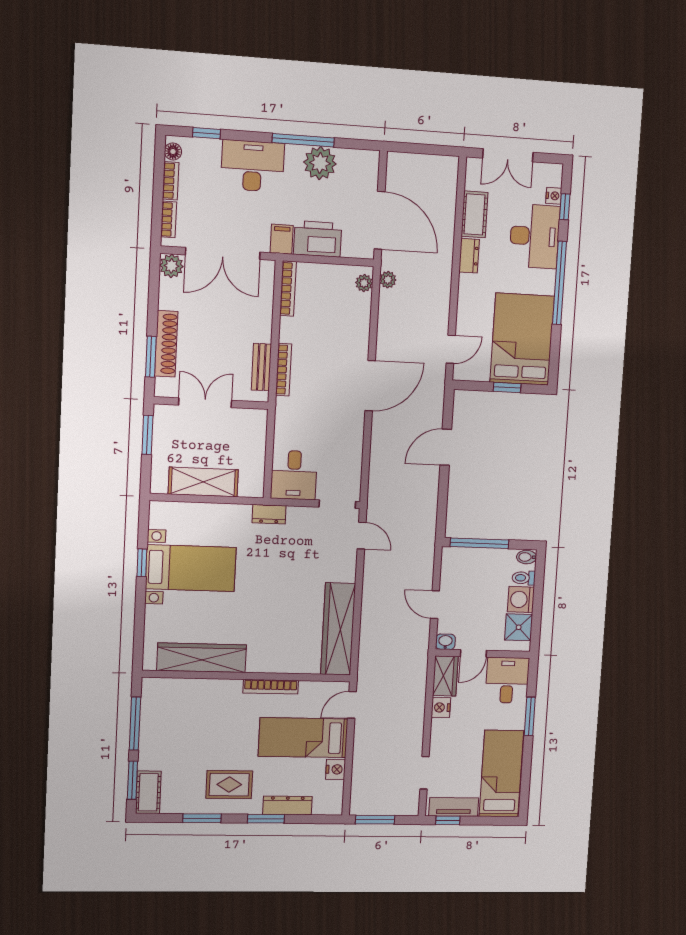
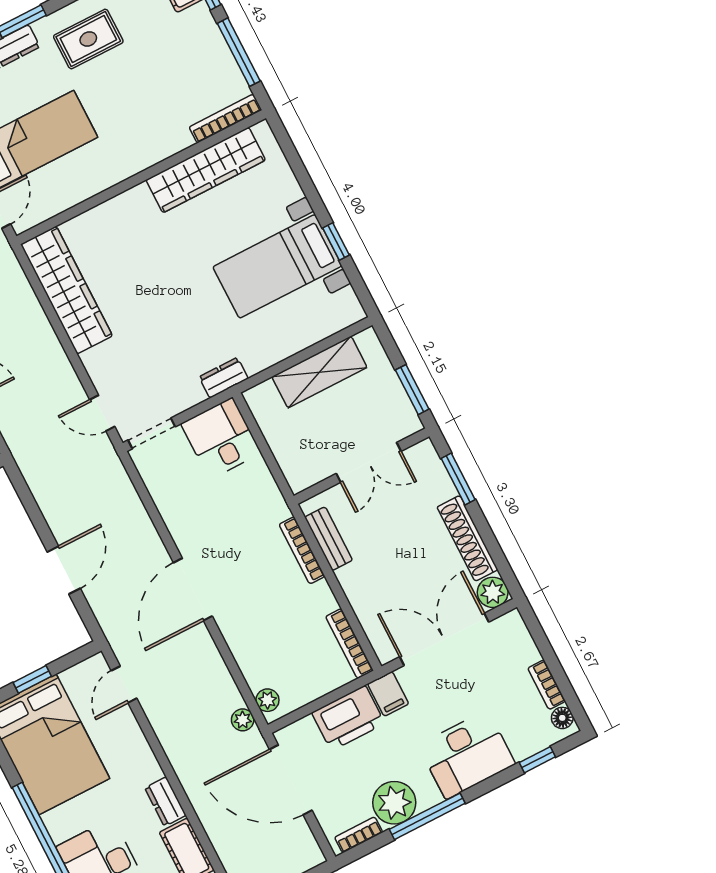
bookcase: (169, 219) -> (359, 835), moved, turned 90
shoe rack: (166, 344) -> (467, 538), moved
bookcase: (271, 687) -> (225, 119), moved

